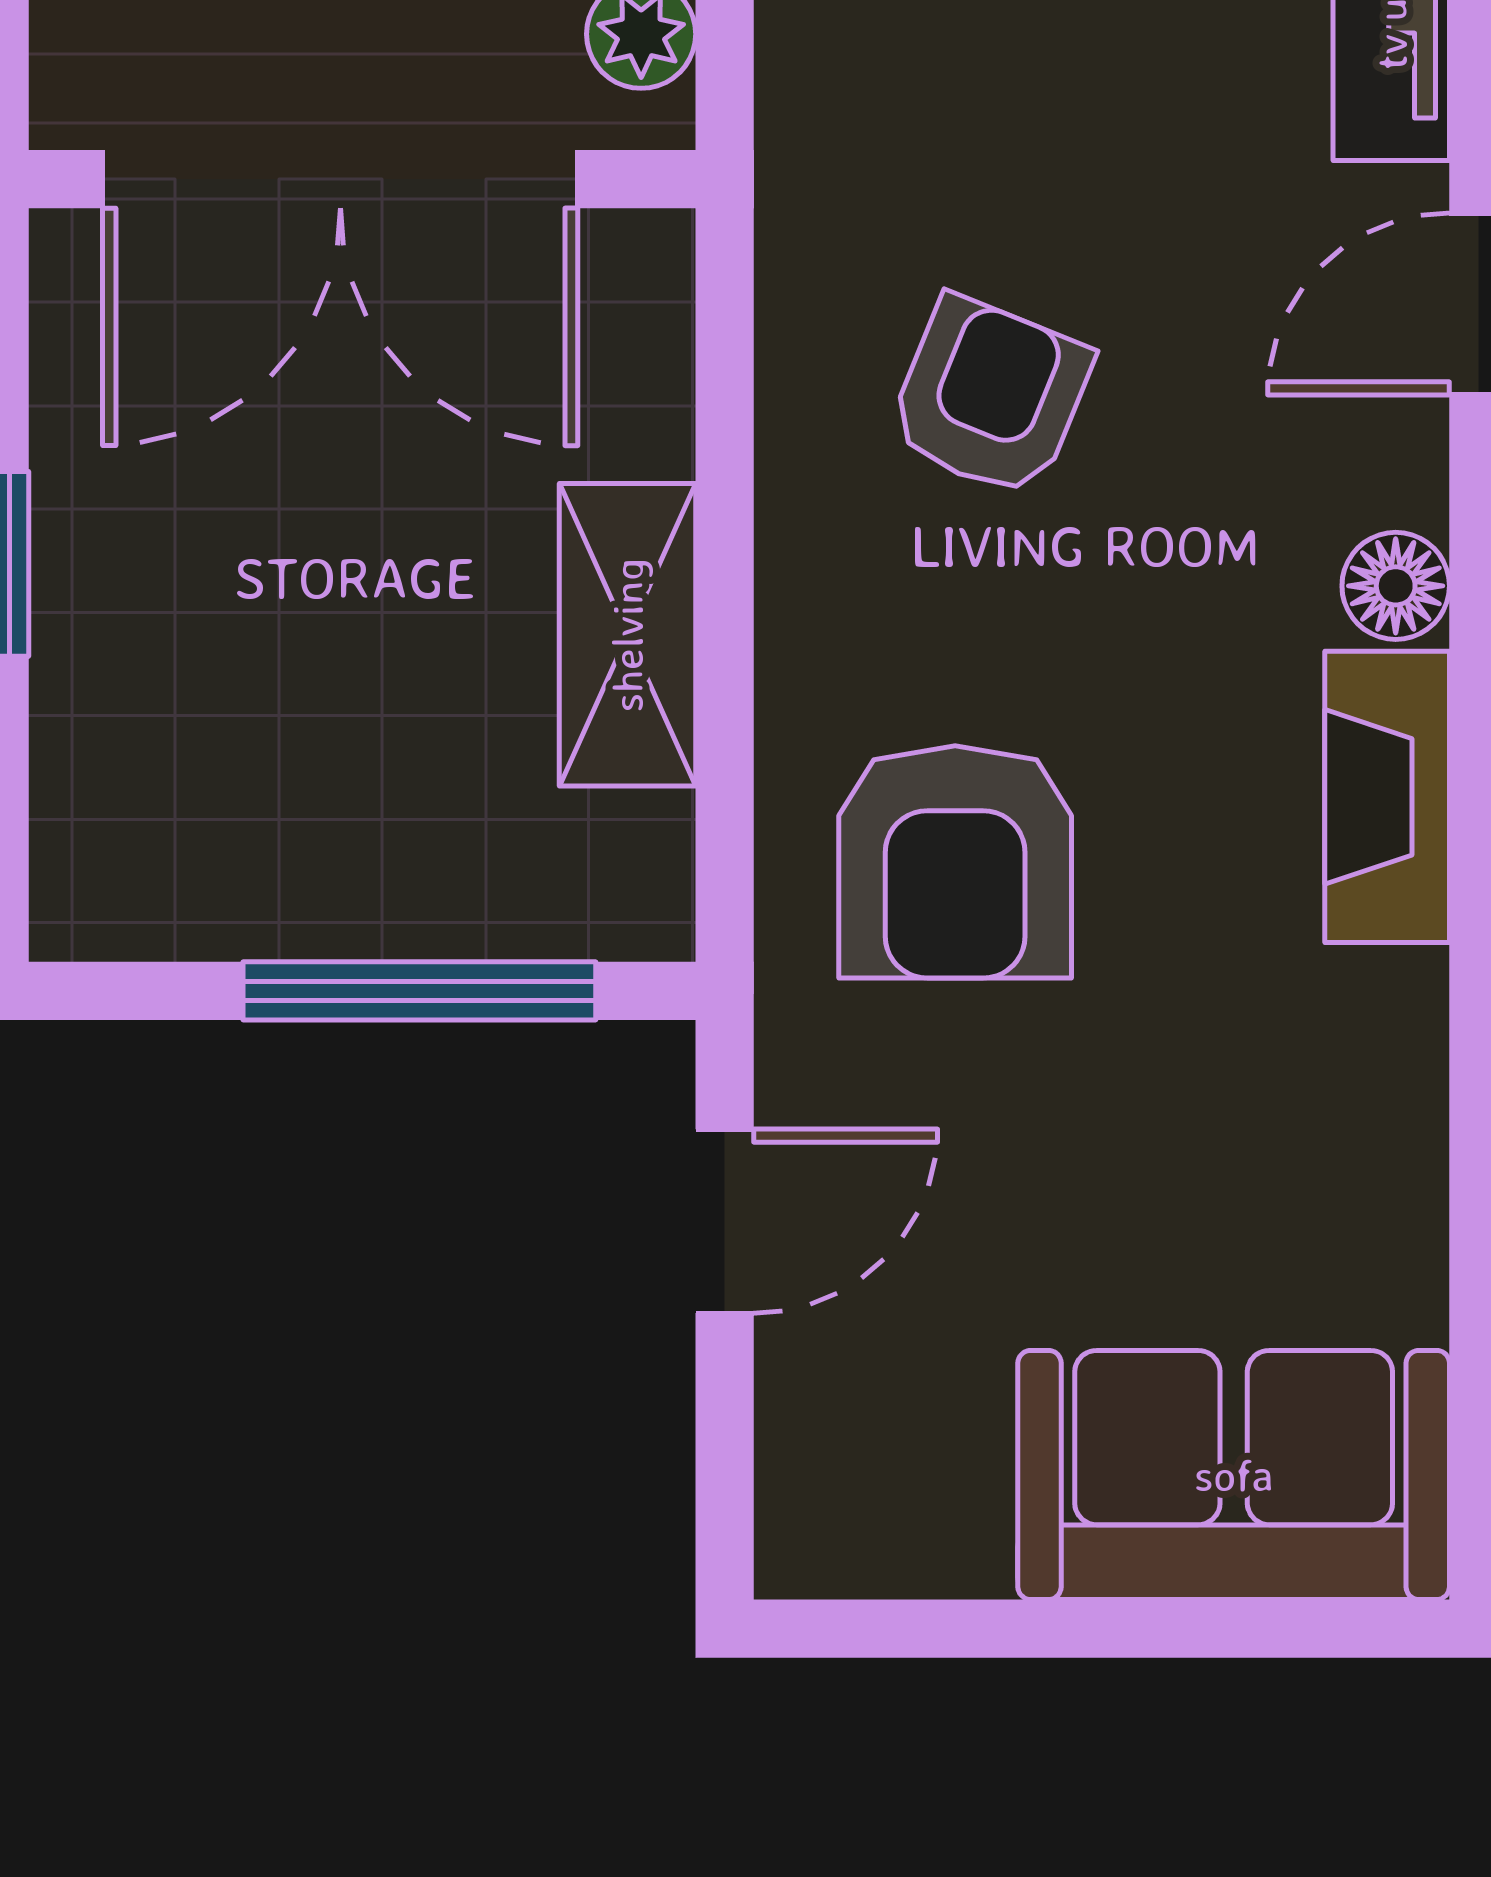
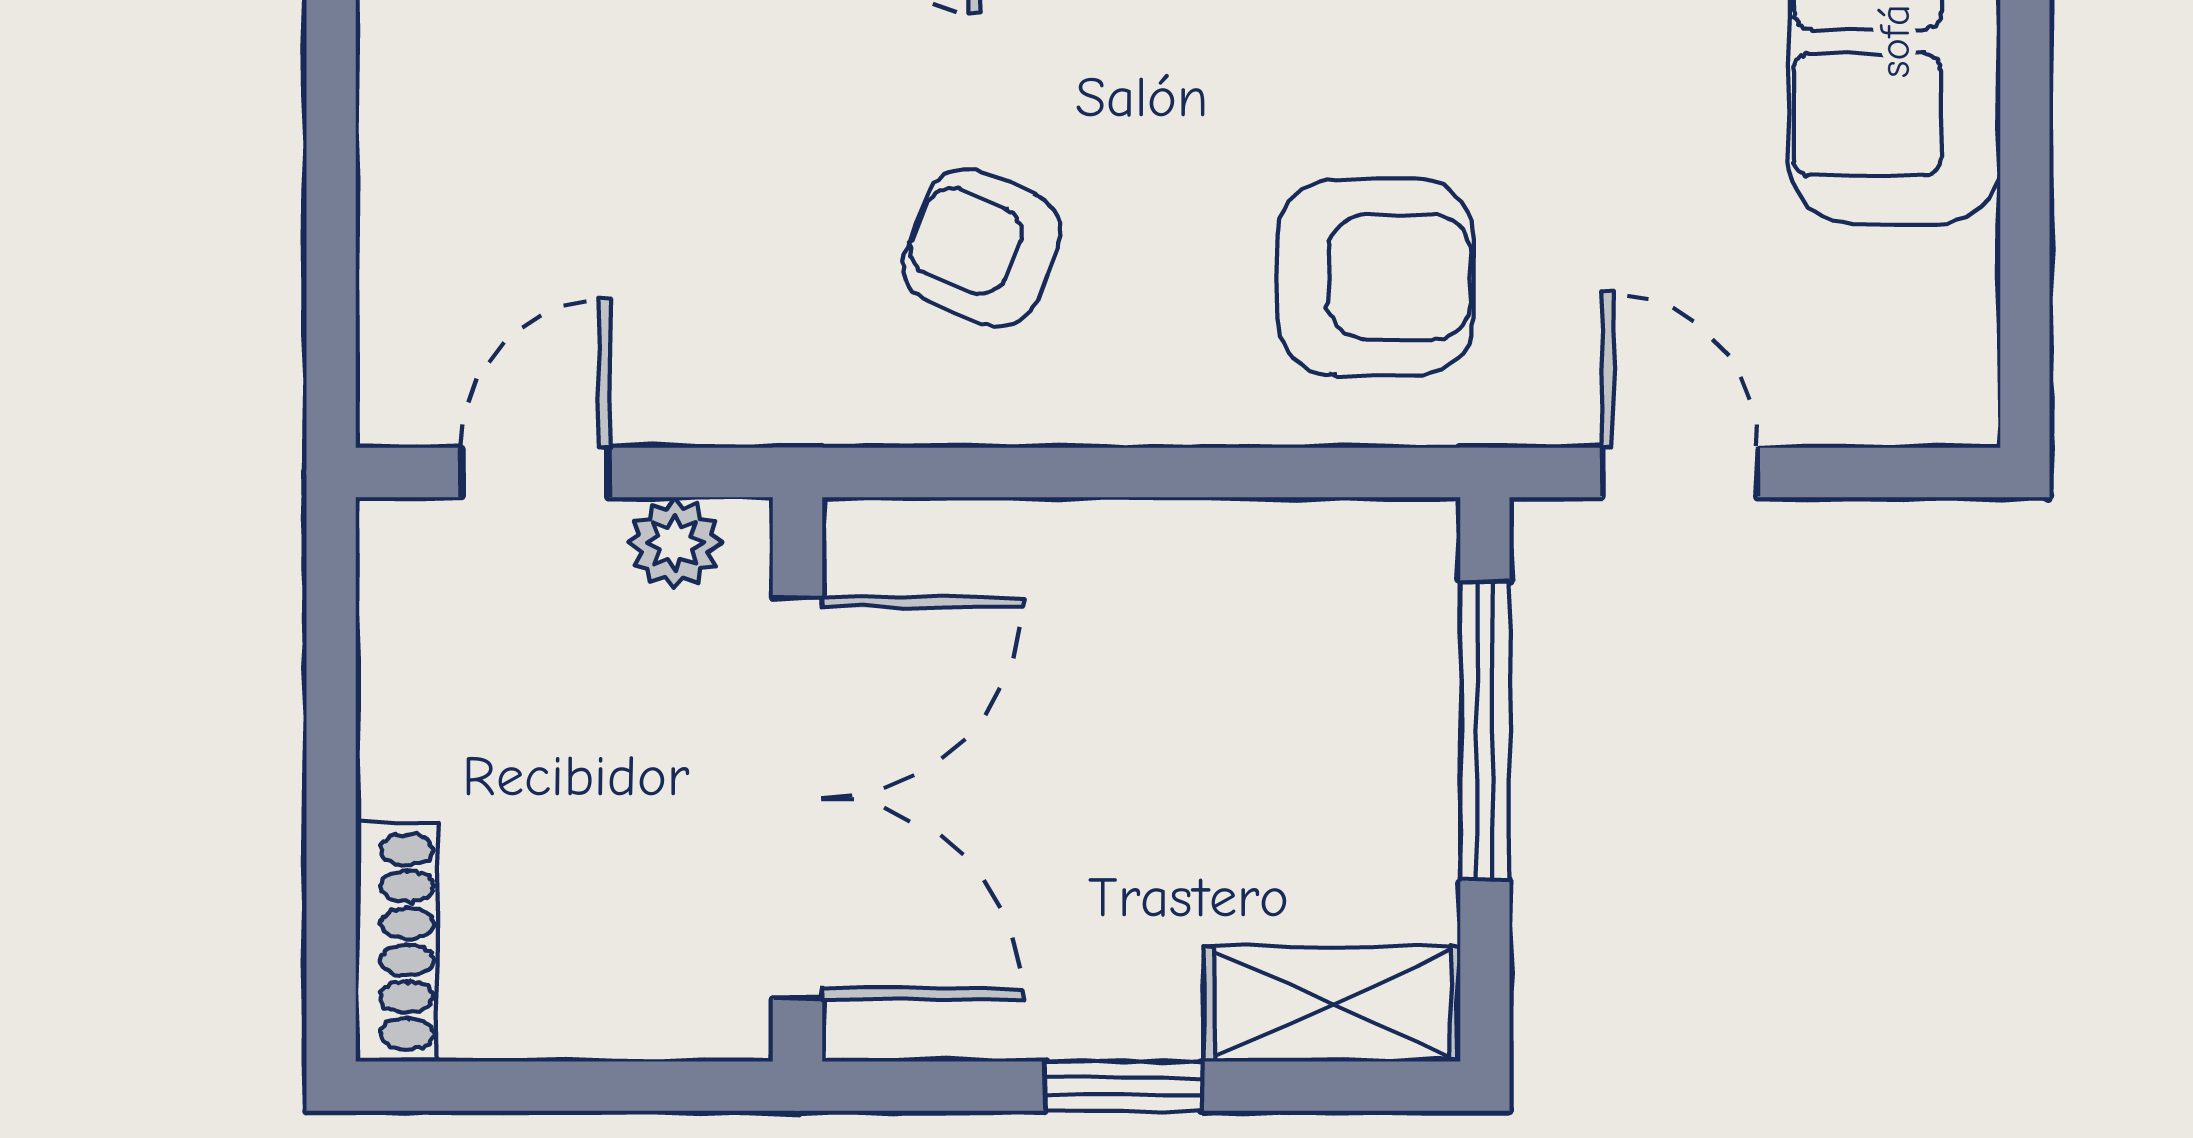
shelving: (627, 635) -> (1332, 1004), moved

